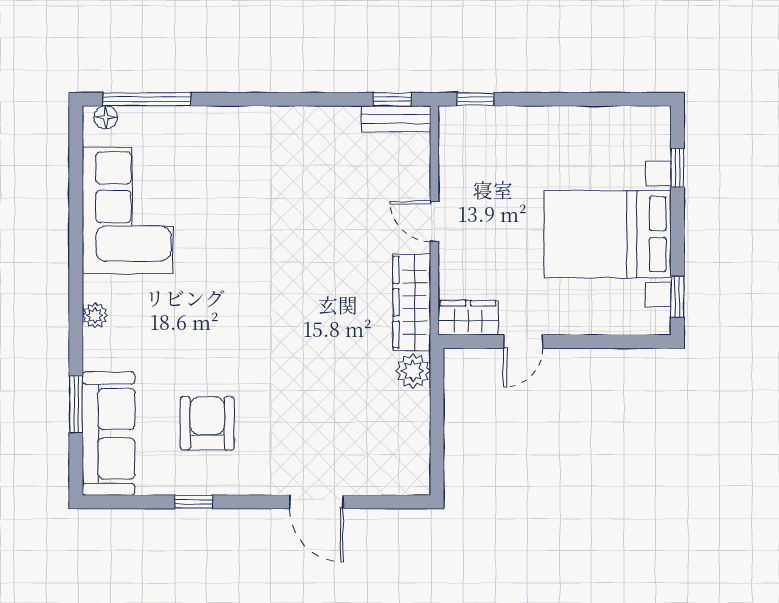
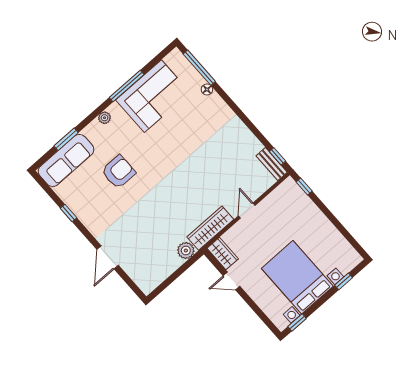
floor lamp: (106, 117) -> (207, 90), moved
window: (76, 237) -> (127, 86), added
armchair: (207, 423) -> (118, 172), moved

